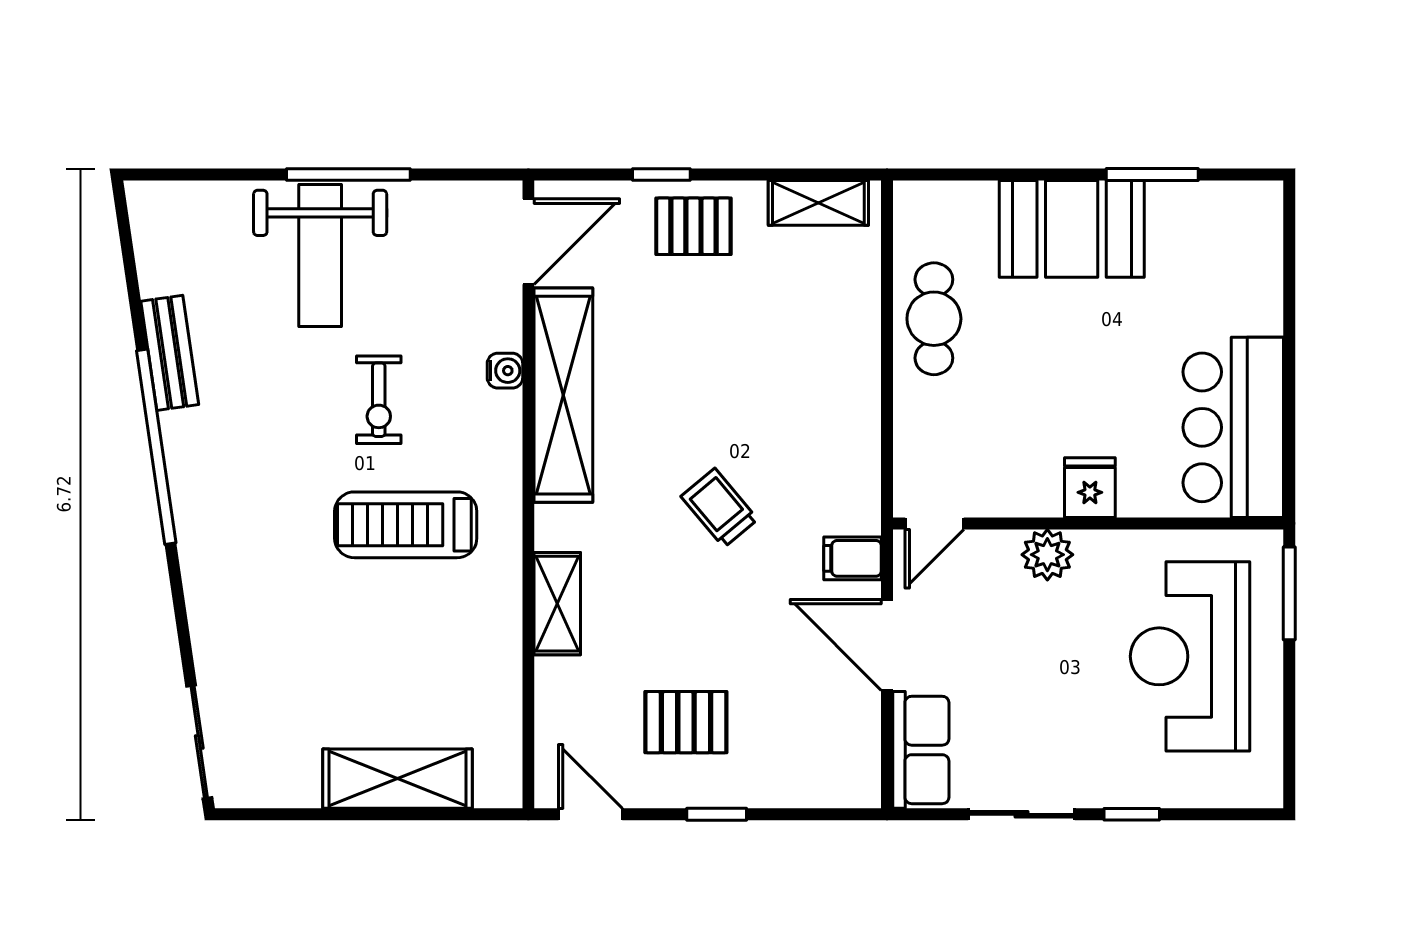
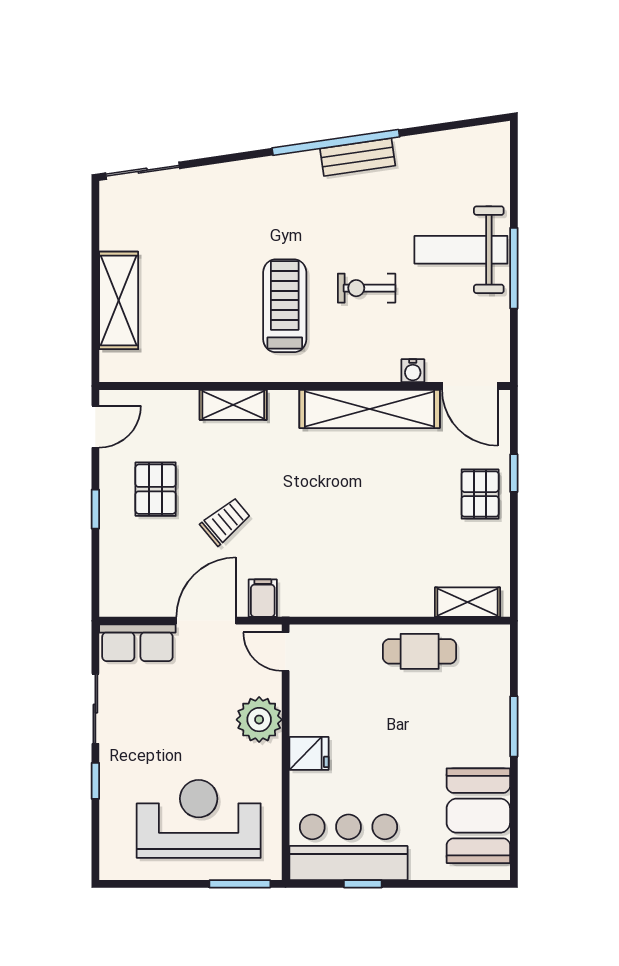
window: (1152, 175) -> (514, 726), moved
shelving: (818, 203) -> (468, 602), moved, turned 90
booth: (1072, 229) -> (478, 816), moved
bench: (170, 353) -> (358, 157), moved
water cooler: (505, 371) -> (413, 371), moved
window: (1289, 405) -> (363, 884), added
trolley: (719, 508) -> (225, 521), moved
plant: (1047, 555) -> (259, 720), width x1.36, depth x1.36

